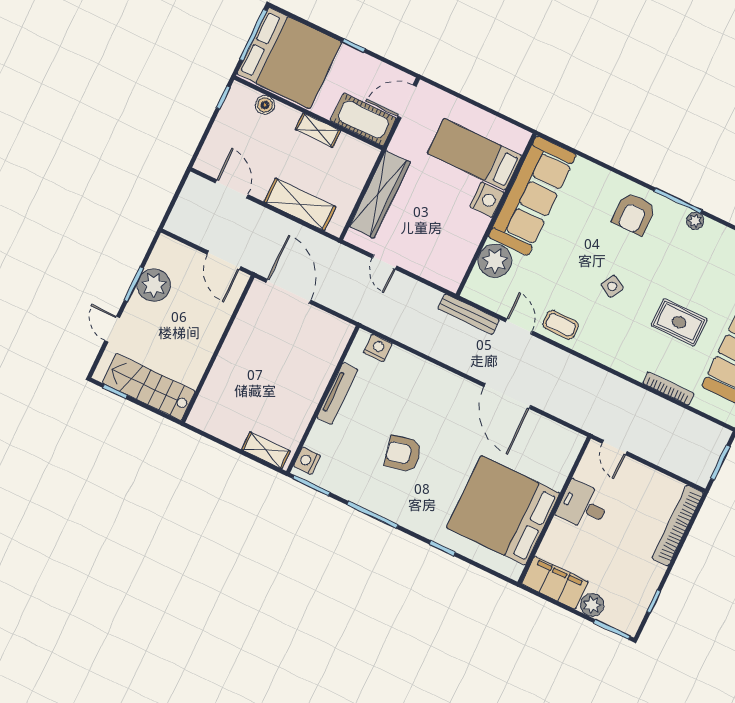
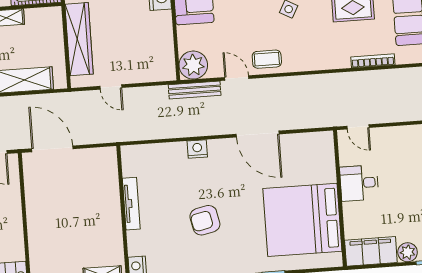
plant: (495, 261) -> (193, 65), moved
nightstand: (378, 348) -> (197, 149), moved

